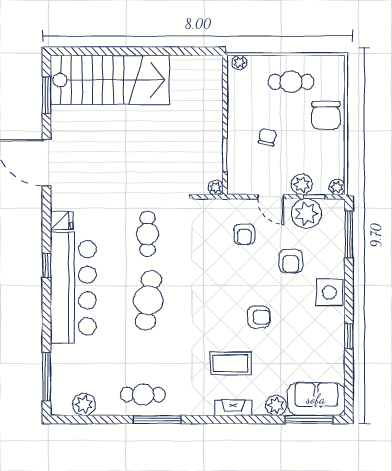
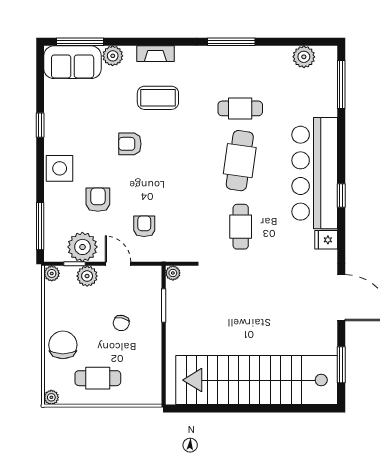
plant: (239, 63) -> (51, 397), moved
stairs: (110, 80) -> (257, 380), width x1.36
cafe table: (143, 395) -> (240, 108), moved

